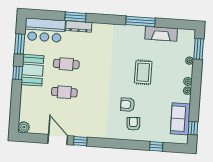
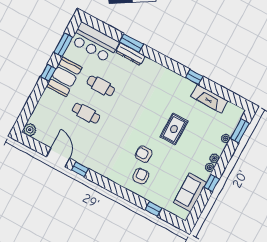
window: (140, 21) -> (194, 77), width x0.46
window: (193, 128) -> (212, 183), moved

